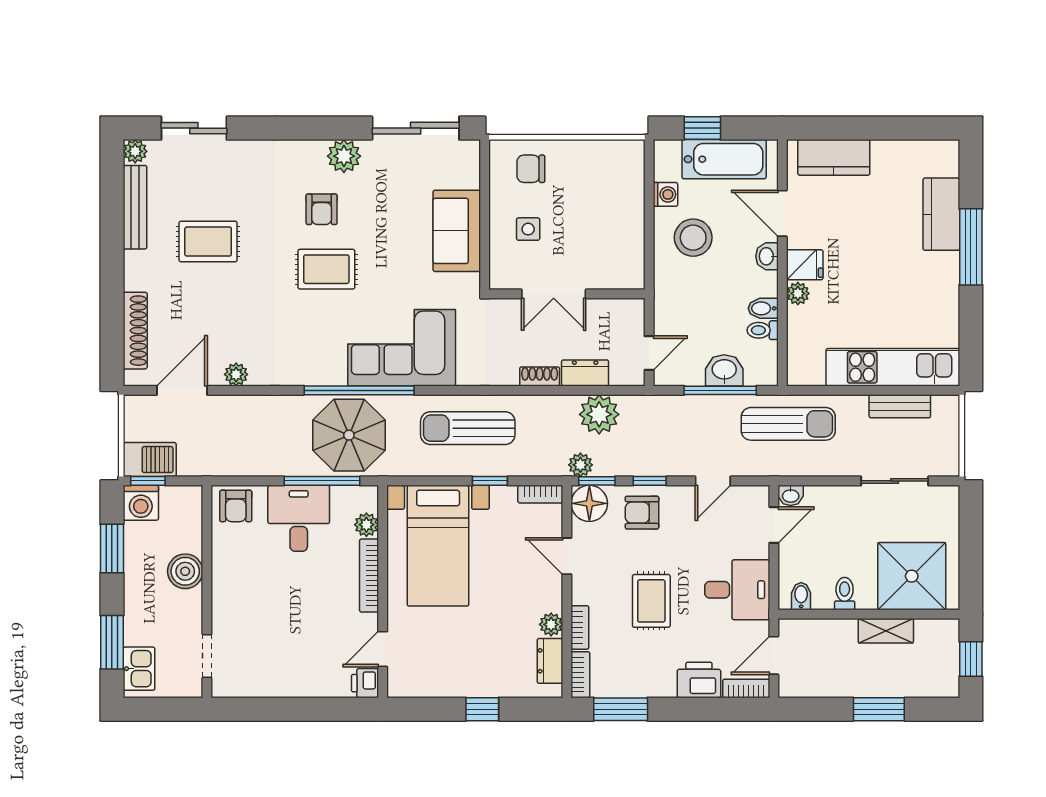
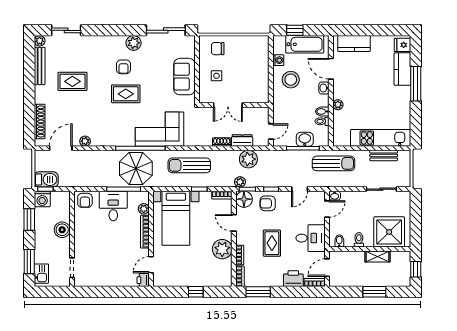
fridge: (805, 265) -> (402, 45), moved, turned 180
plant: (551, 624) -> (222, 249), width x1.88, depth x1.88
dresser: (550, 661) -> (226, 270), removed

